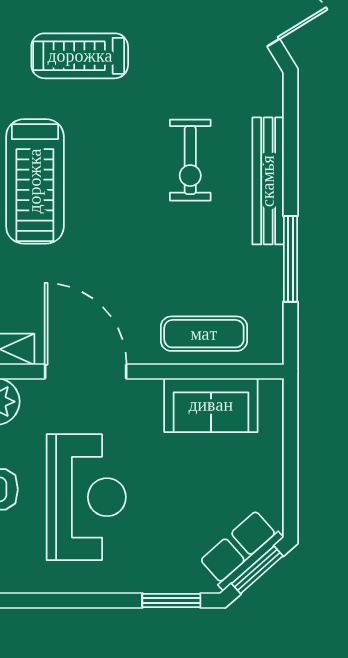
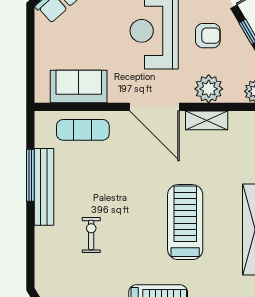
exercise bike: (190, 160) -> (91, 235), width x0.73, depth x0.72
bench: (268, 181) -> (44, 187), moved

